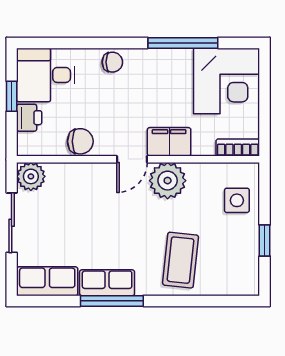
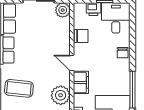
chair: (80, 141) -> (81, 36), turned -90
plant: (168, 181) -> (61, 95), moved

